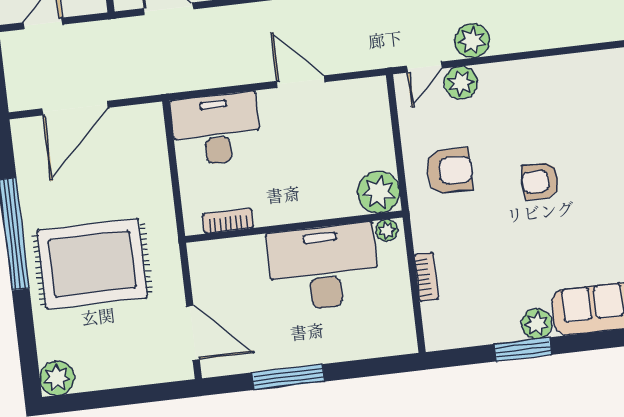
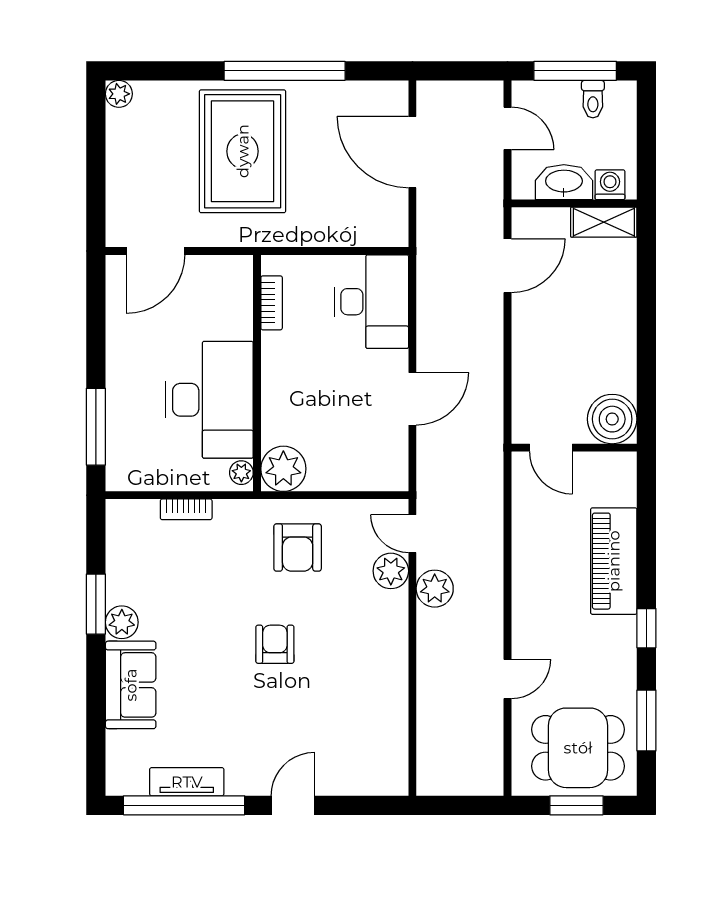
window: (288, 377) -> (96, 427), moved
plant: (57, 378) -> (119, 94), width x0.73, depth x0.73

